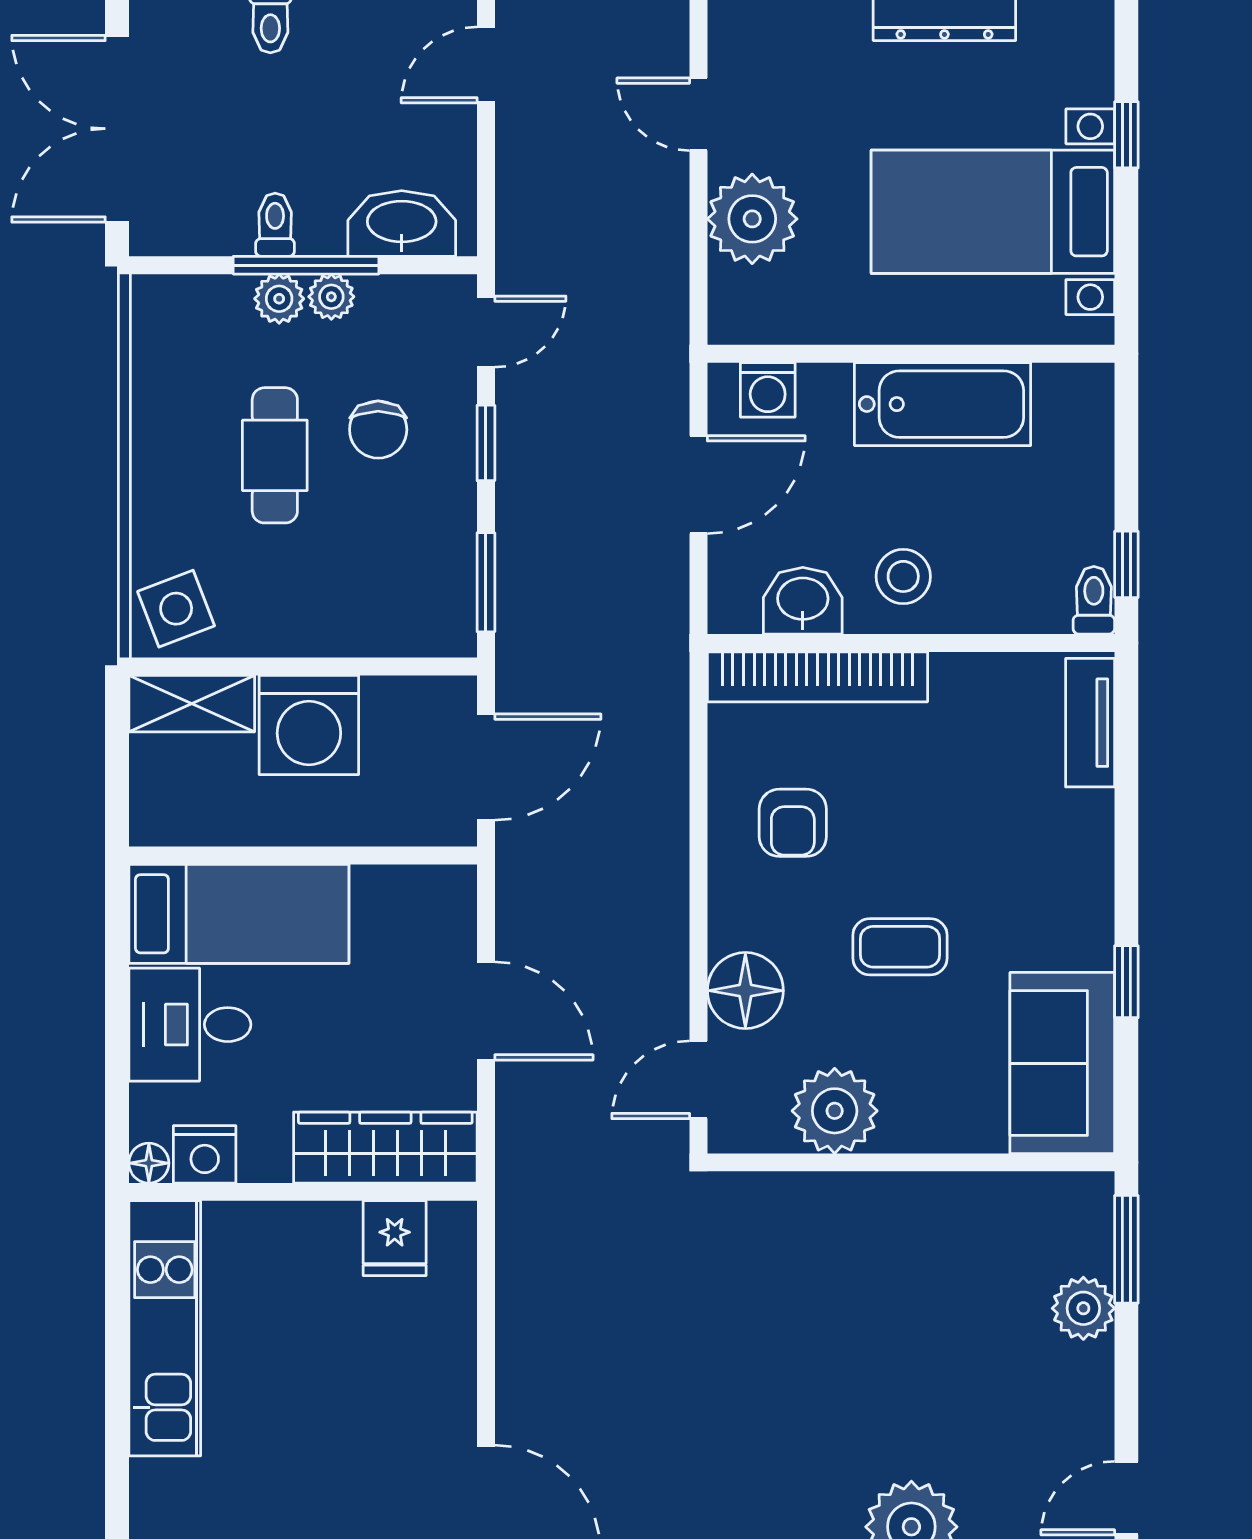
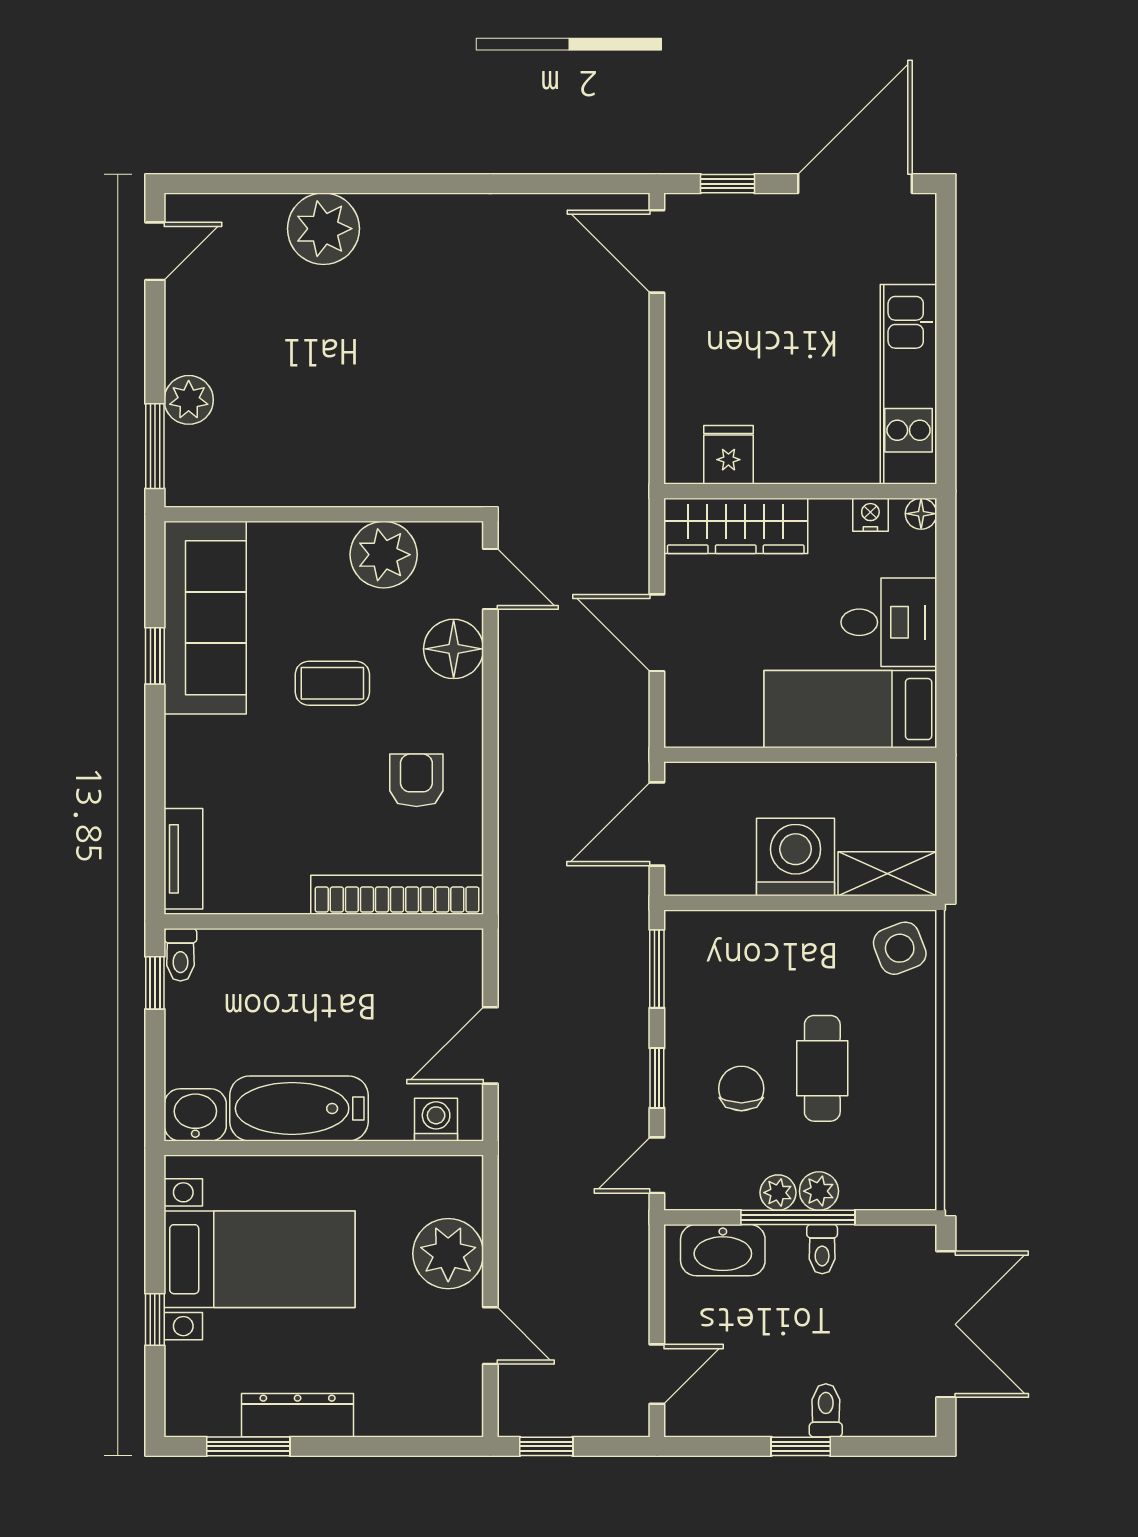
stool: (903, 576) -> (330, 973), removed
washbasin: (803, 601) -> (195, 1115), moved, turned 180
sofa: (1062, 1063) -> (205, 618), width x1.36
door: (698, 1080) -> (490, 579), hinge flipped
nightstand: (205, 1154) -> (870, 515), width x0.72, depth x0.74

